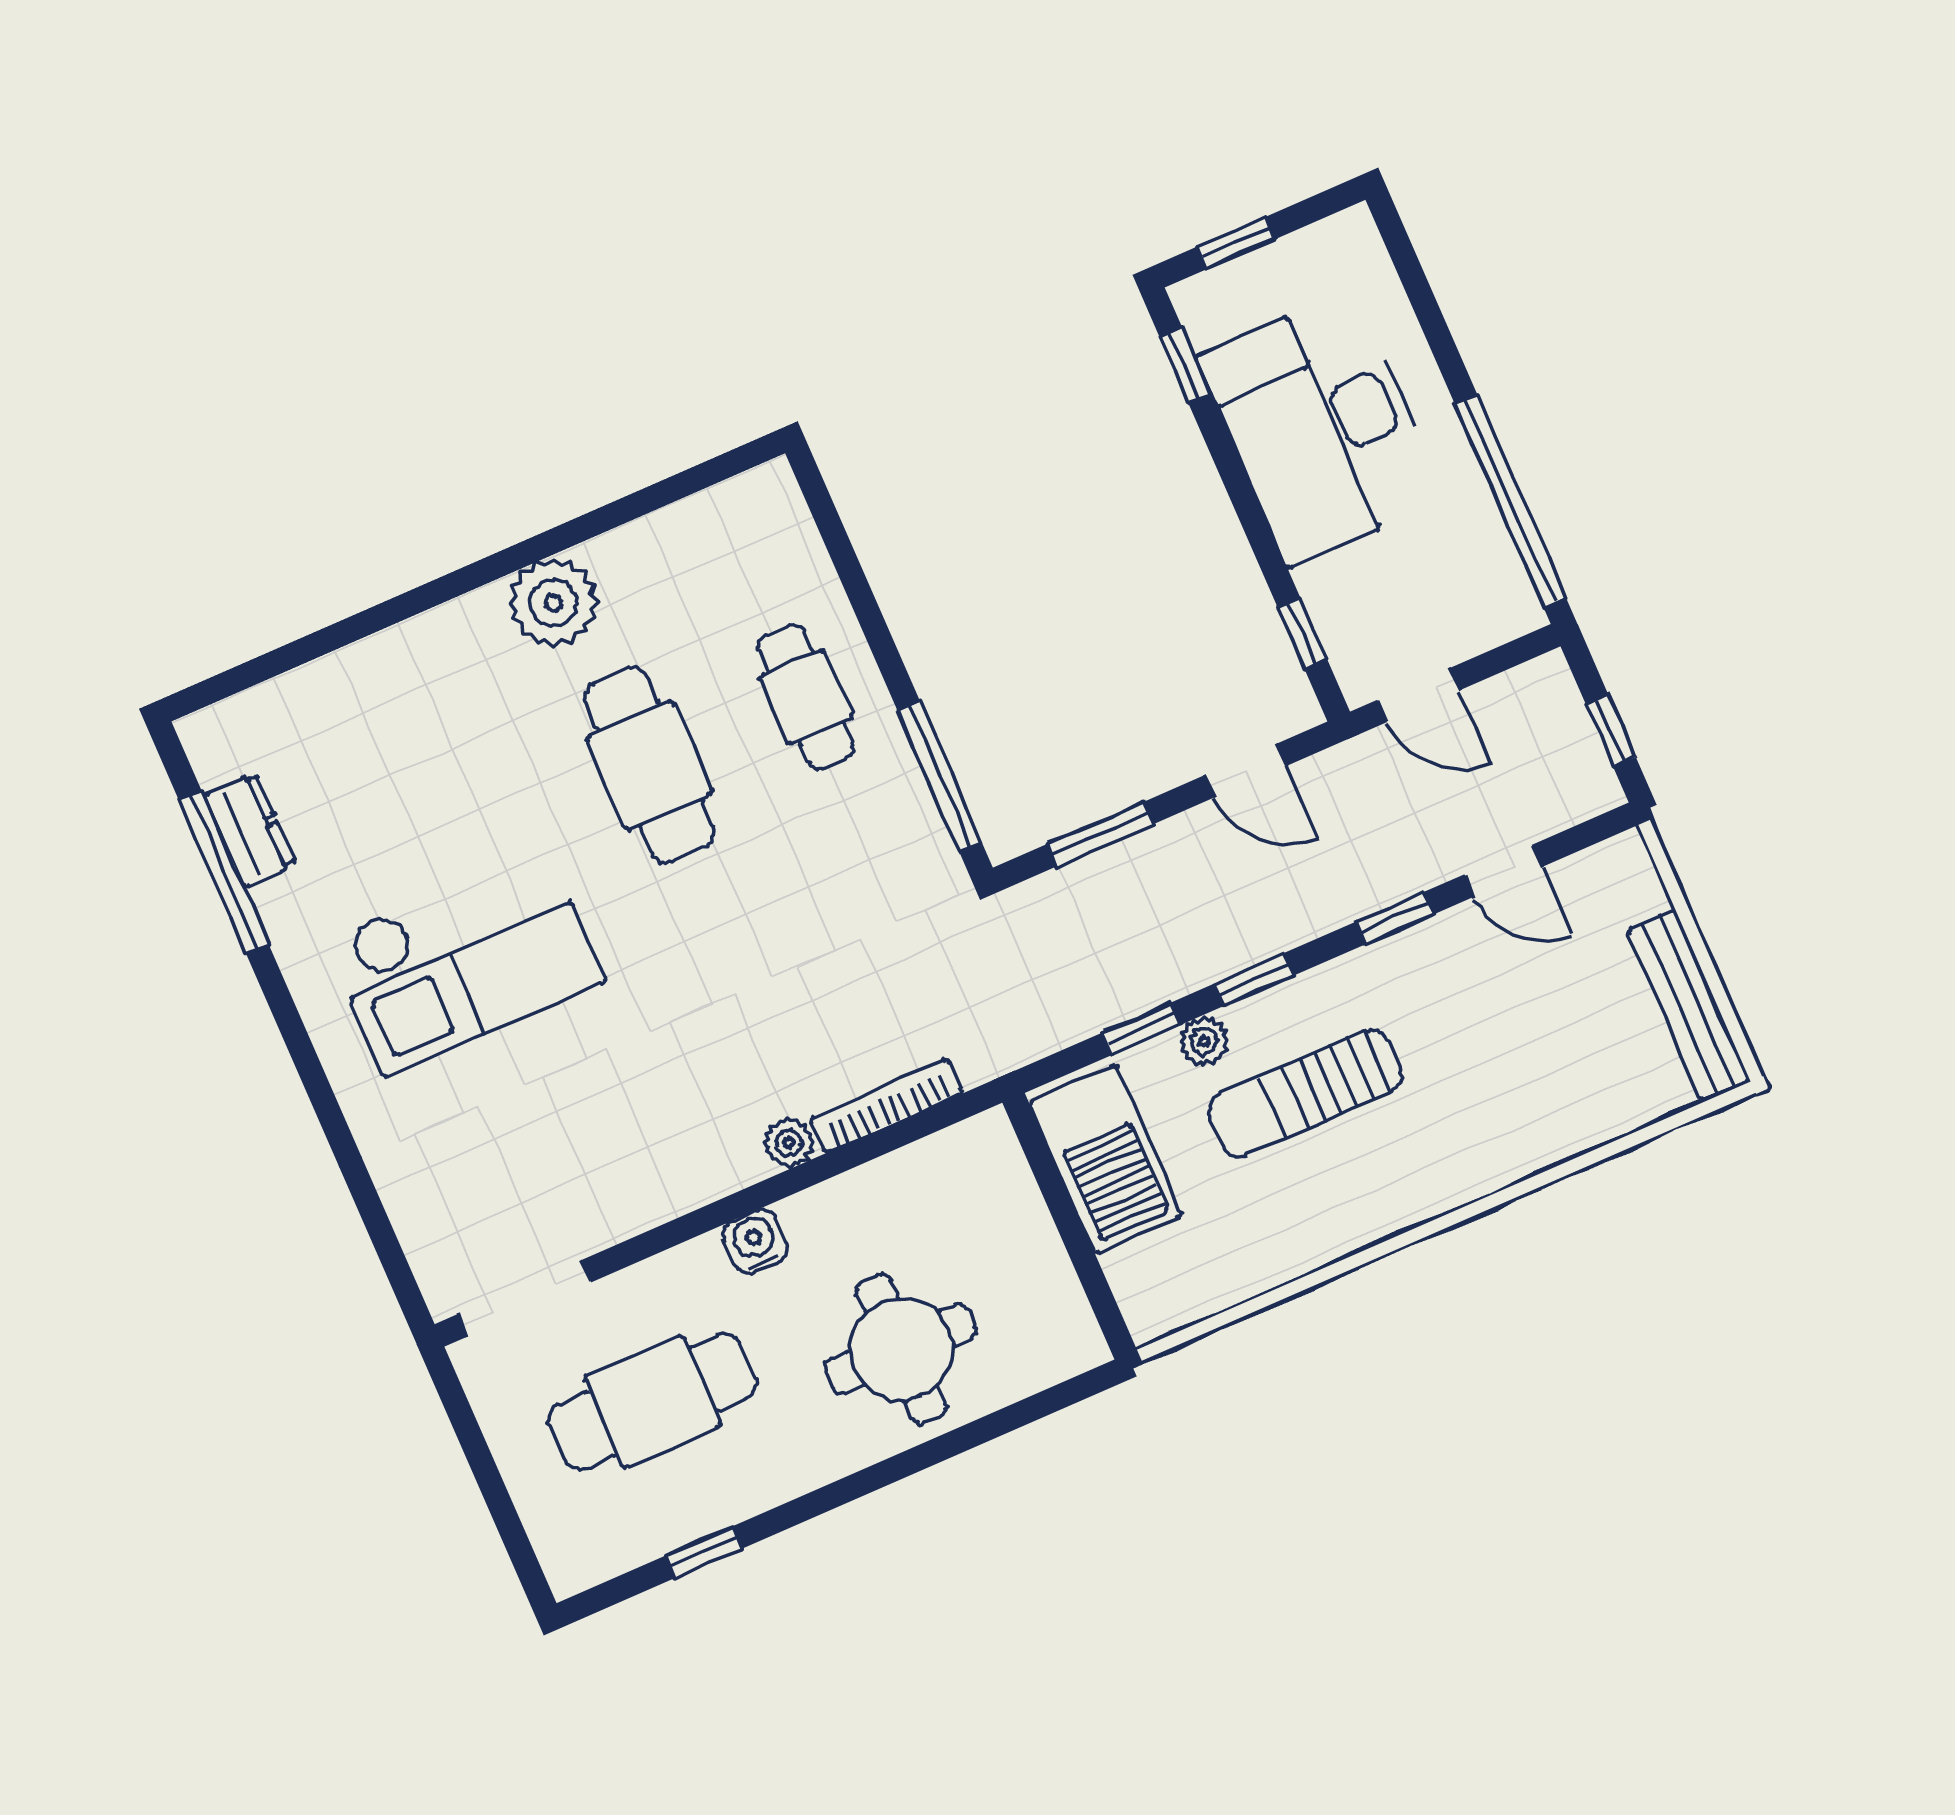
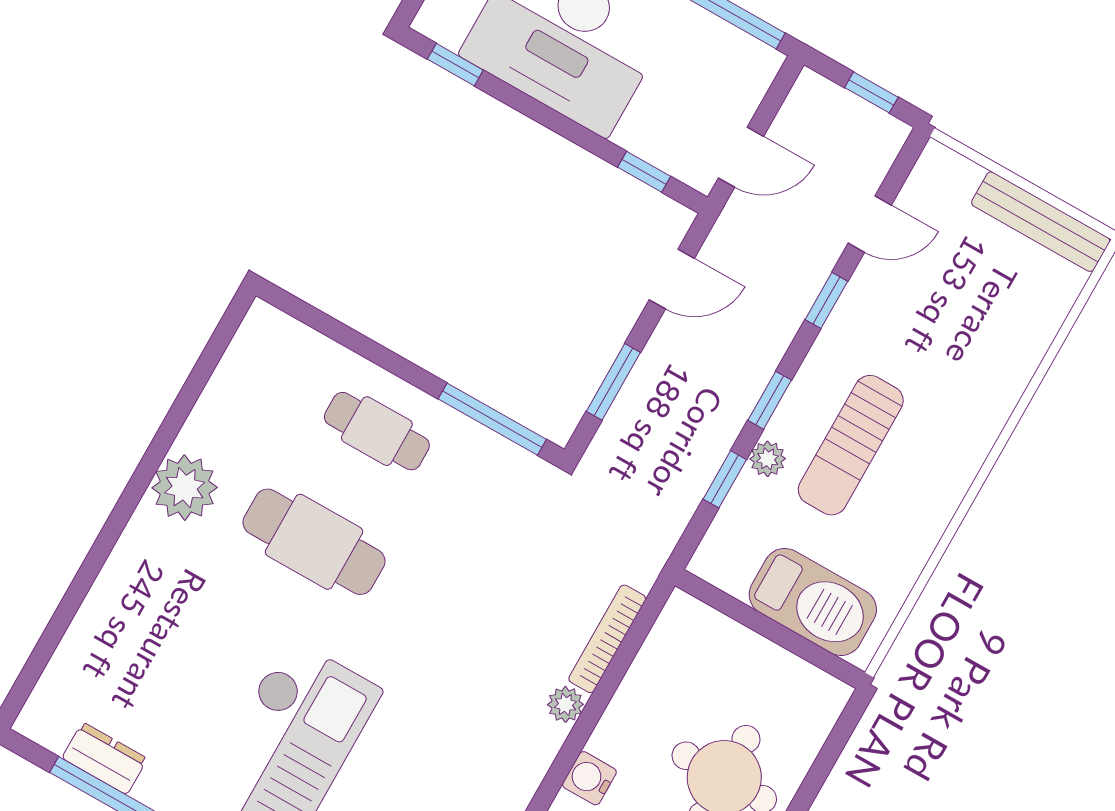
barbecue: (1106, 1159) -> (813, 602), moved

